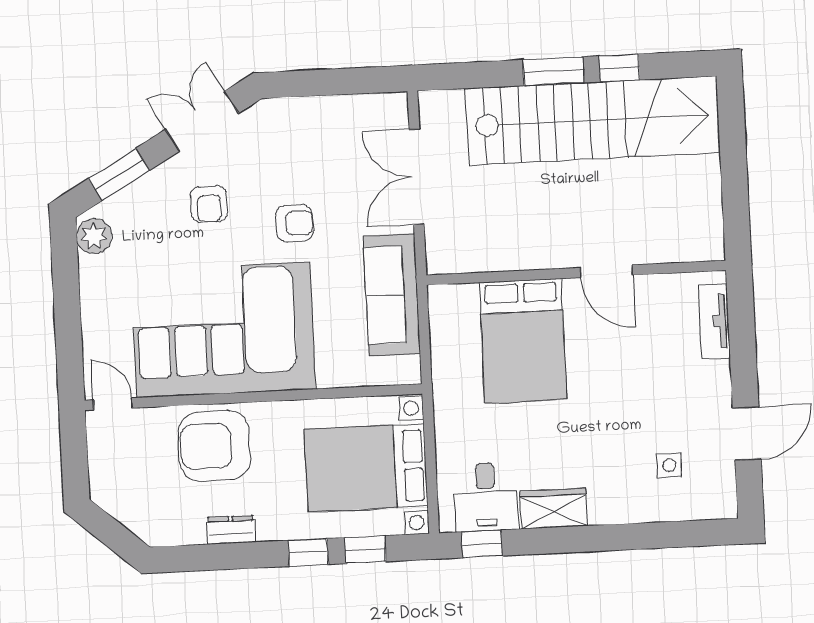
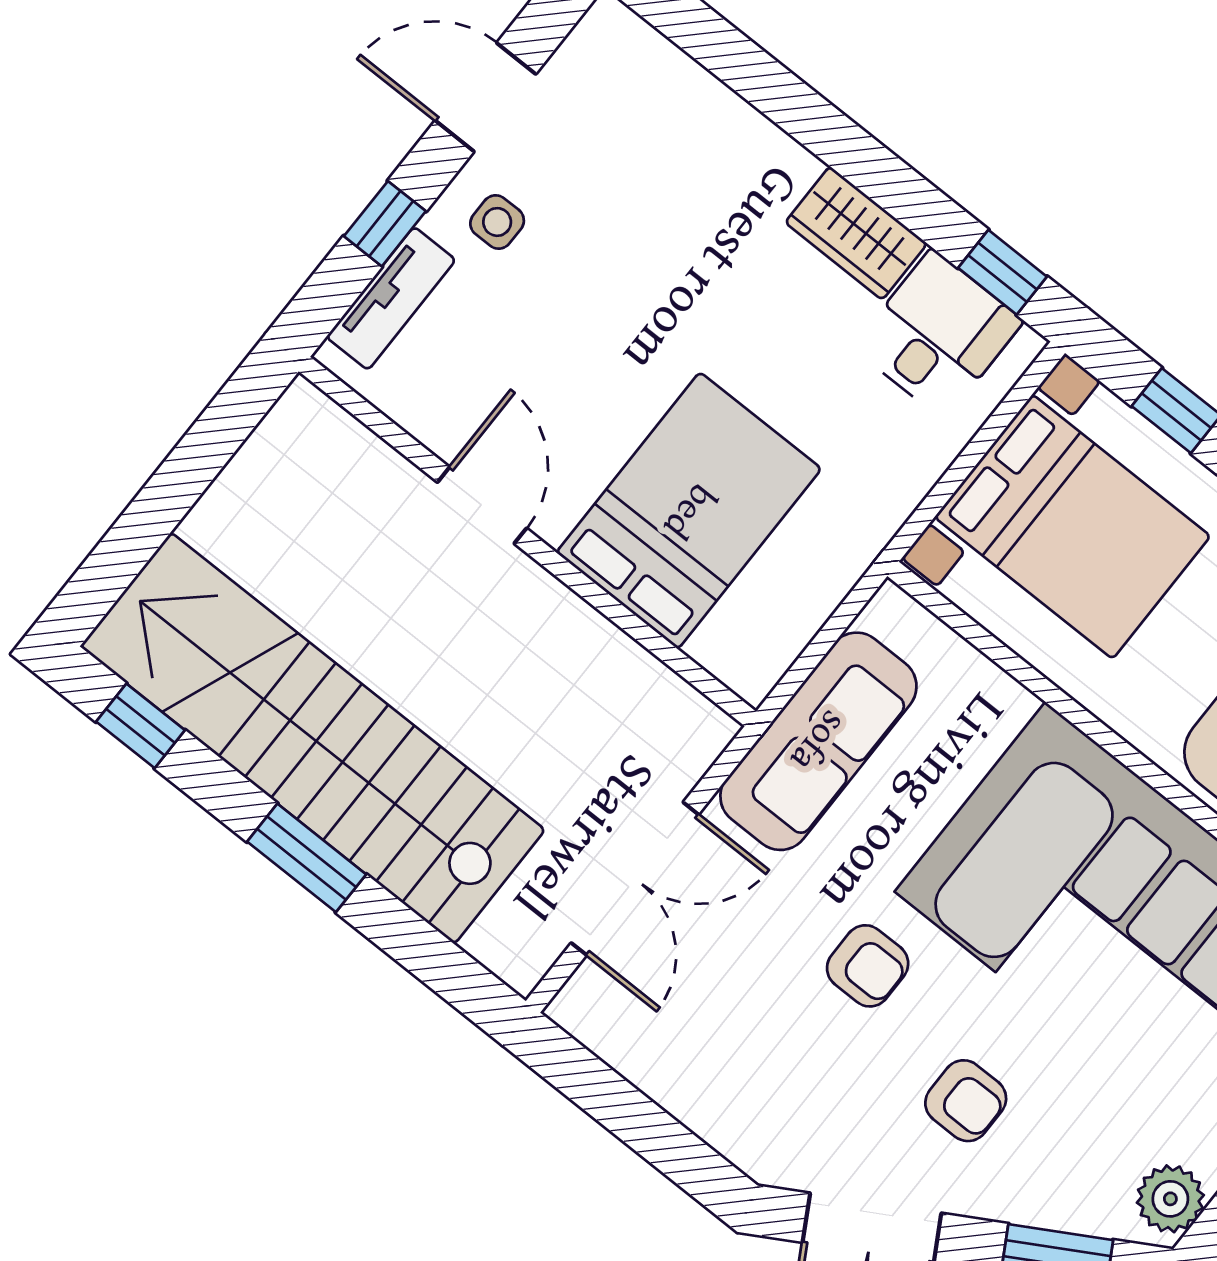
window: (619, 68) -> (140, 726), moved
armchair: (209, 204) -> (966, 1101), turned 90
armchair: (294, 223) -> (868, 966), turned 180
window: (743, 349) -> (385, 224), added
side table: (669, 465) -> (497, 222), moved

